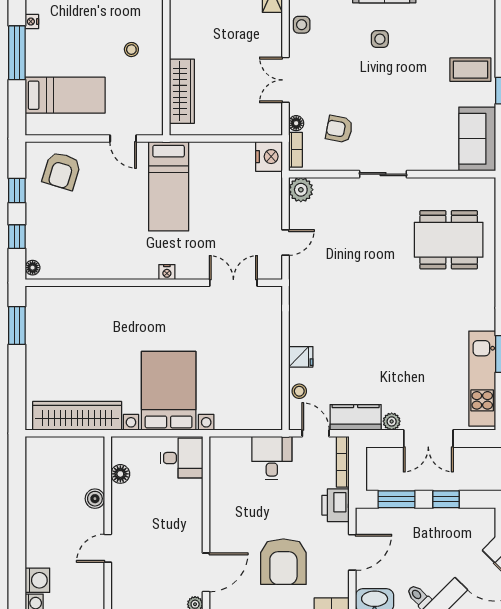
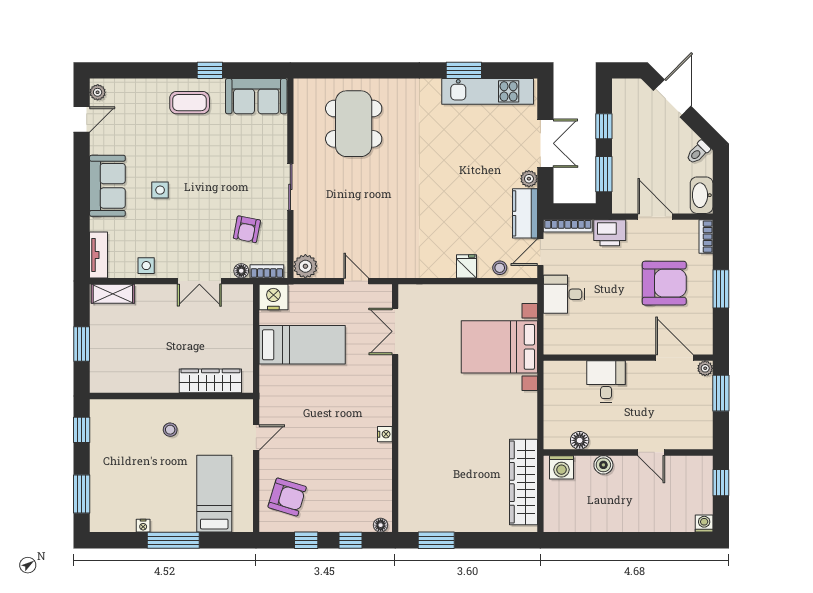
coffee table: (470, 70) -> (190, 103), turned 90
bed: (169, 186) -> (302, 345), moved
nightstand: (167, 272) -> (385, 434), moved
bed with nightstands: (169, 391) -> (499, 347), moved
desk: (181, 458) -> (606, 381), moved
washing machine: (37, 580) -> (562, 467), moved, turned 180

